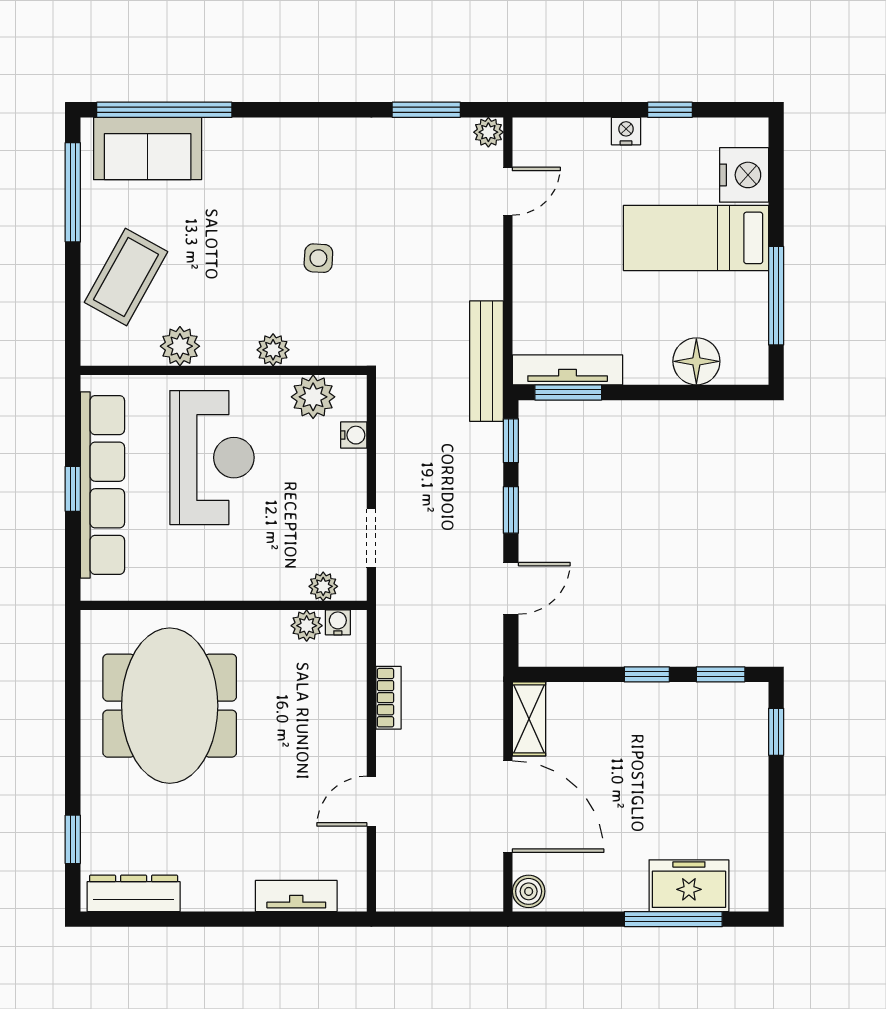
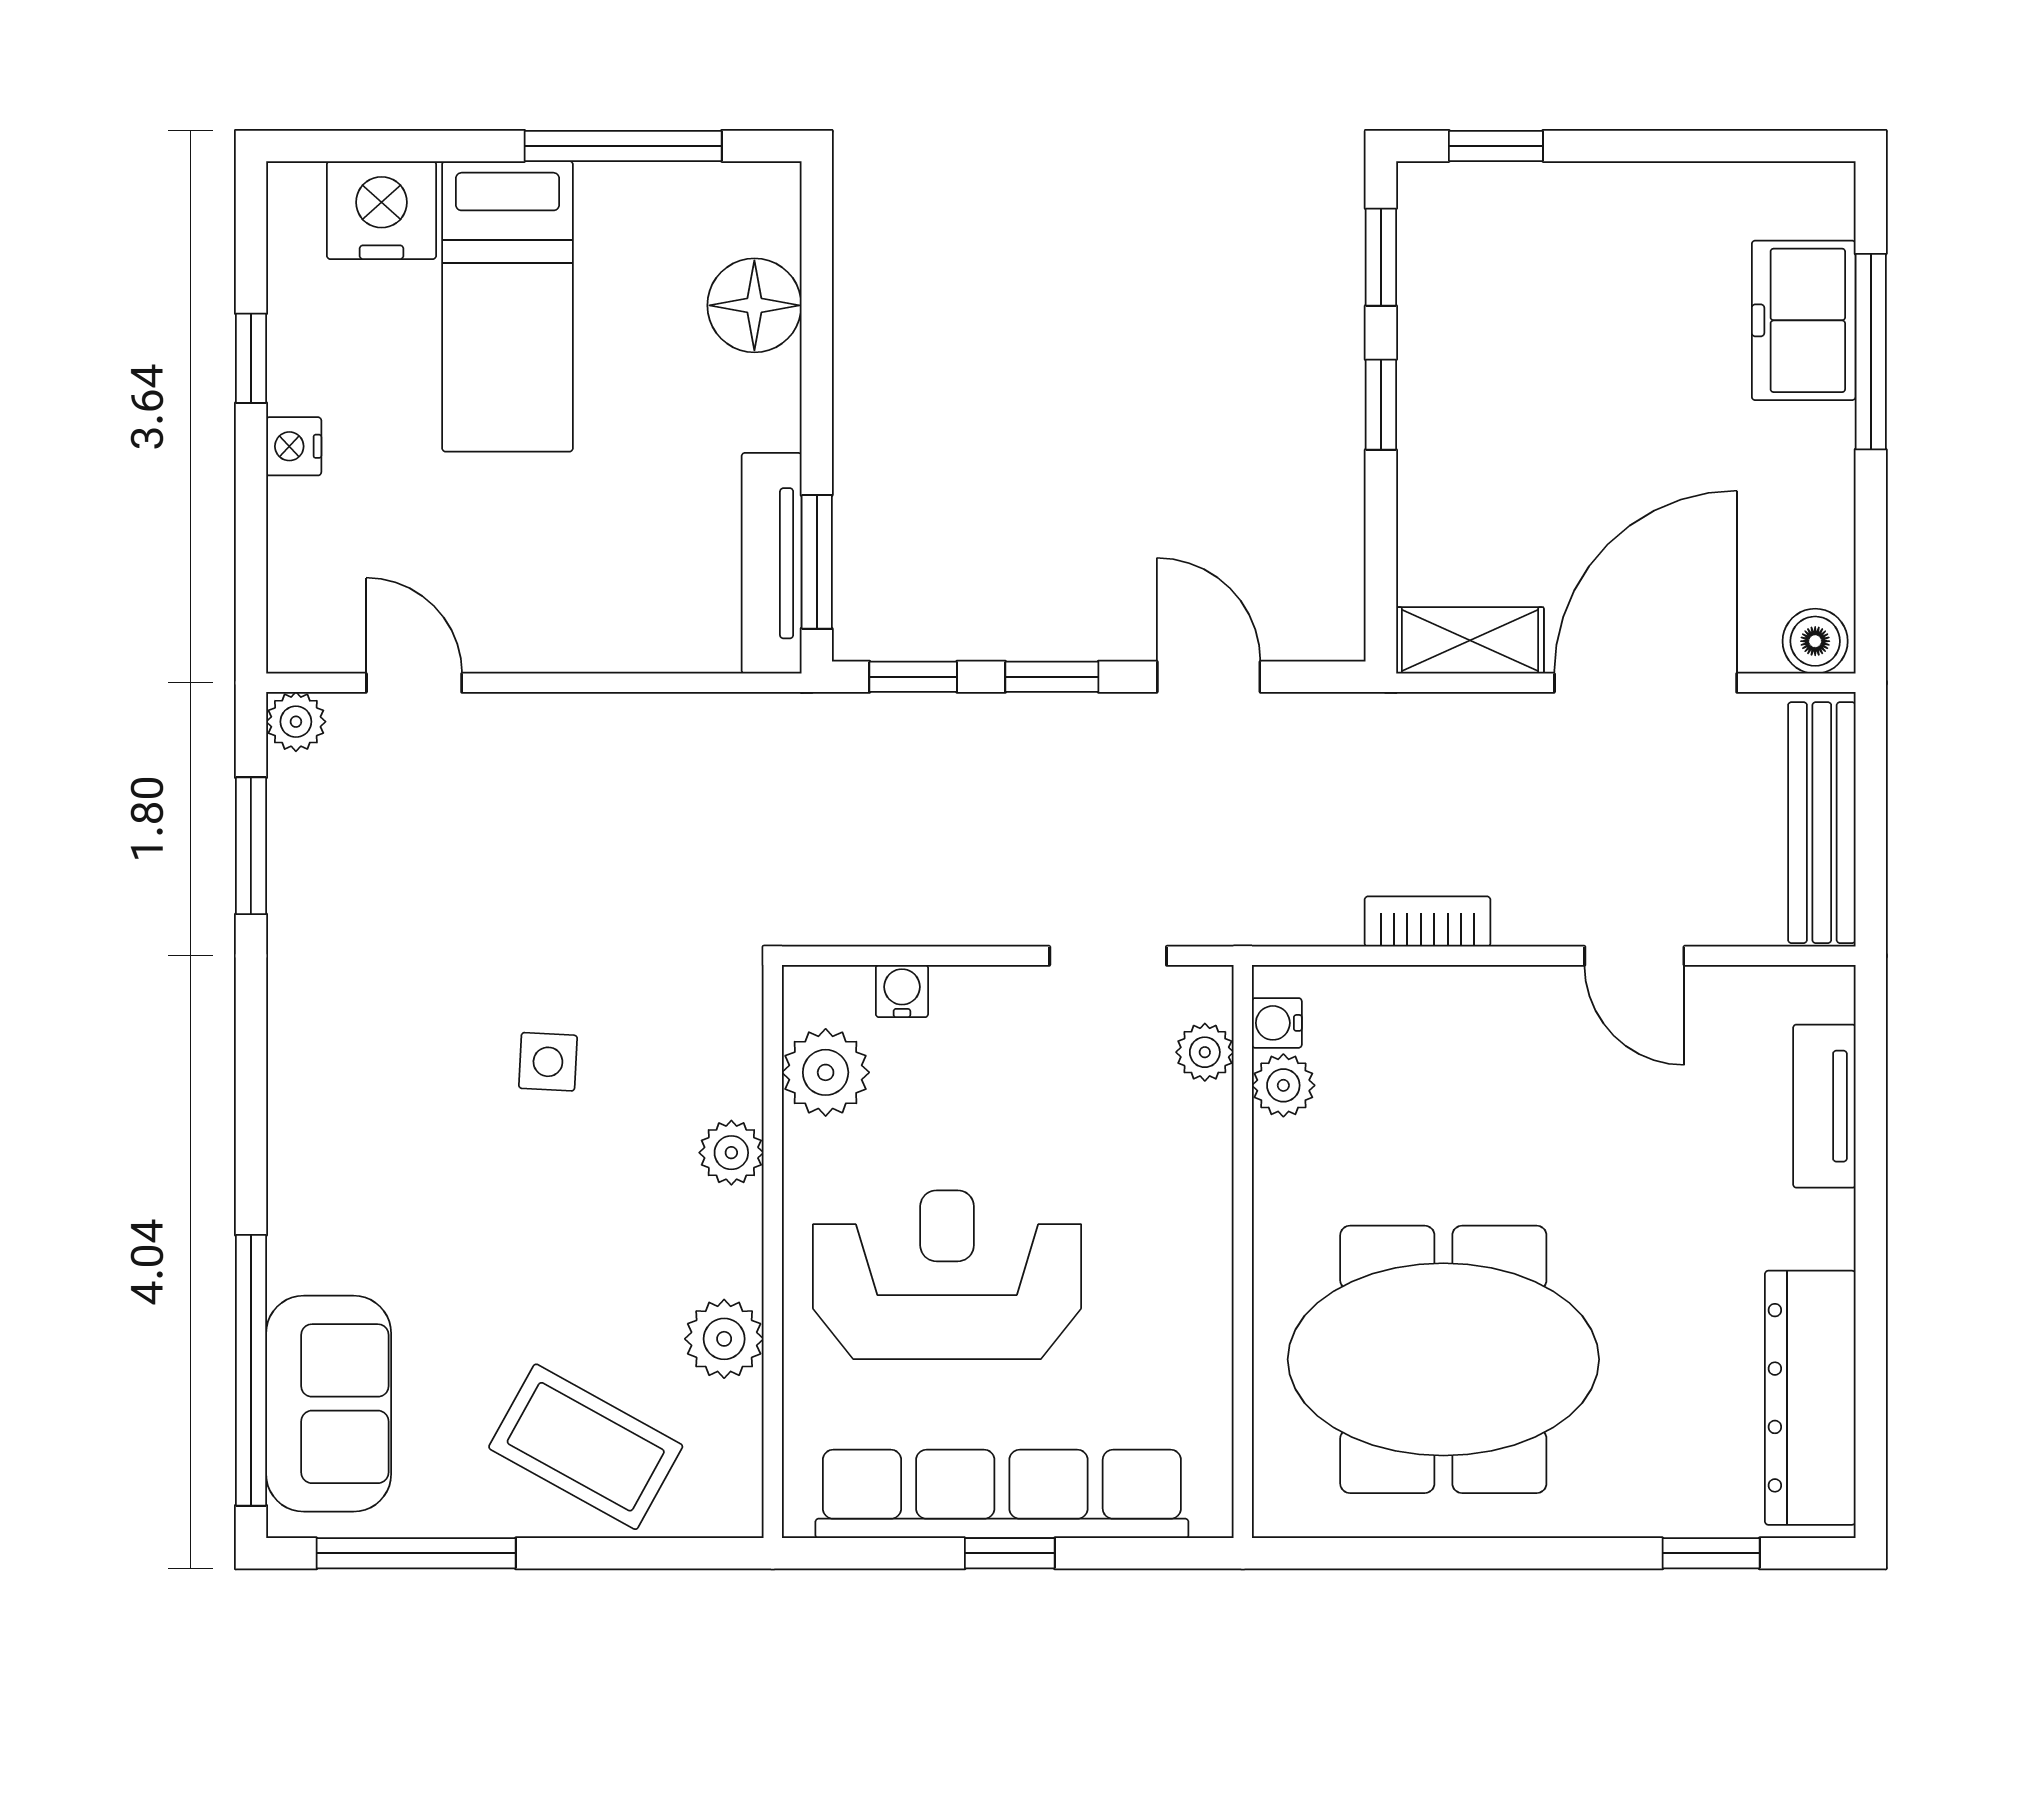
bench: (486, 361) -> (1822, 823), moved, turned 90
dresser: (134, 893) -> (1810, 1398), width x1.37, depth x1.24

